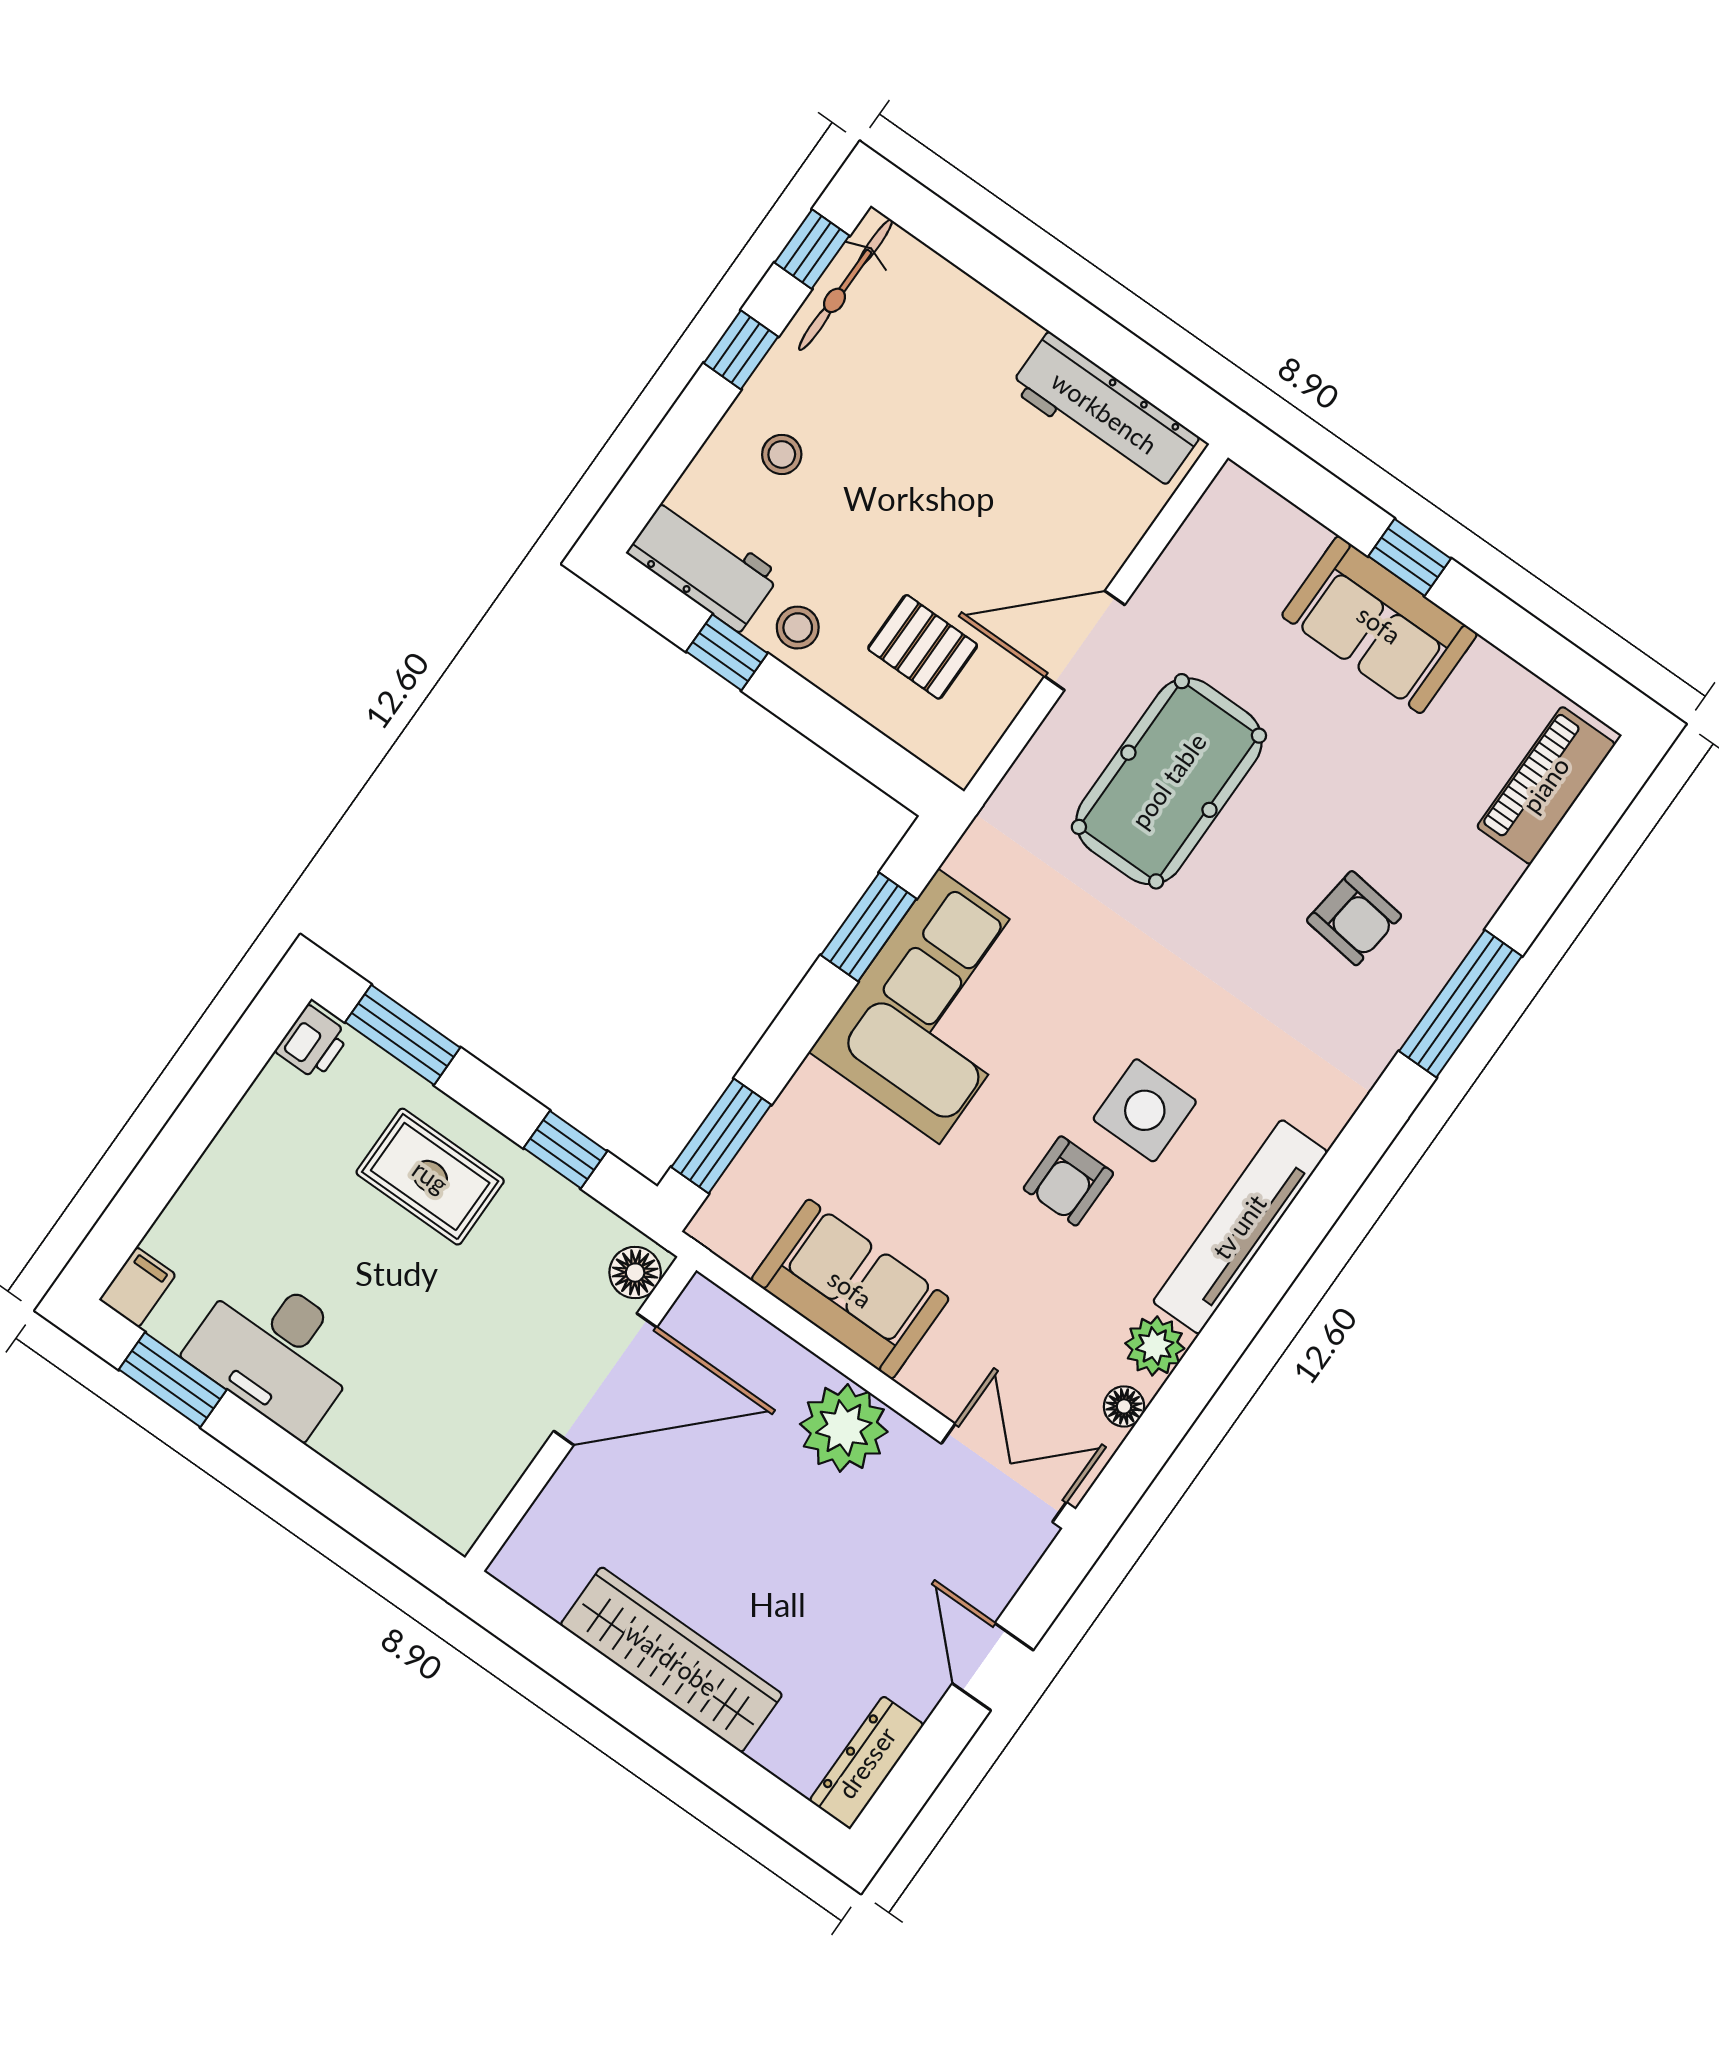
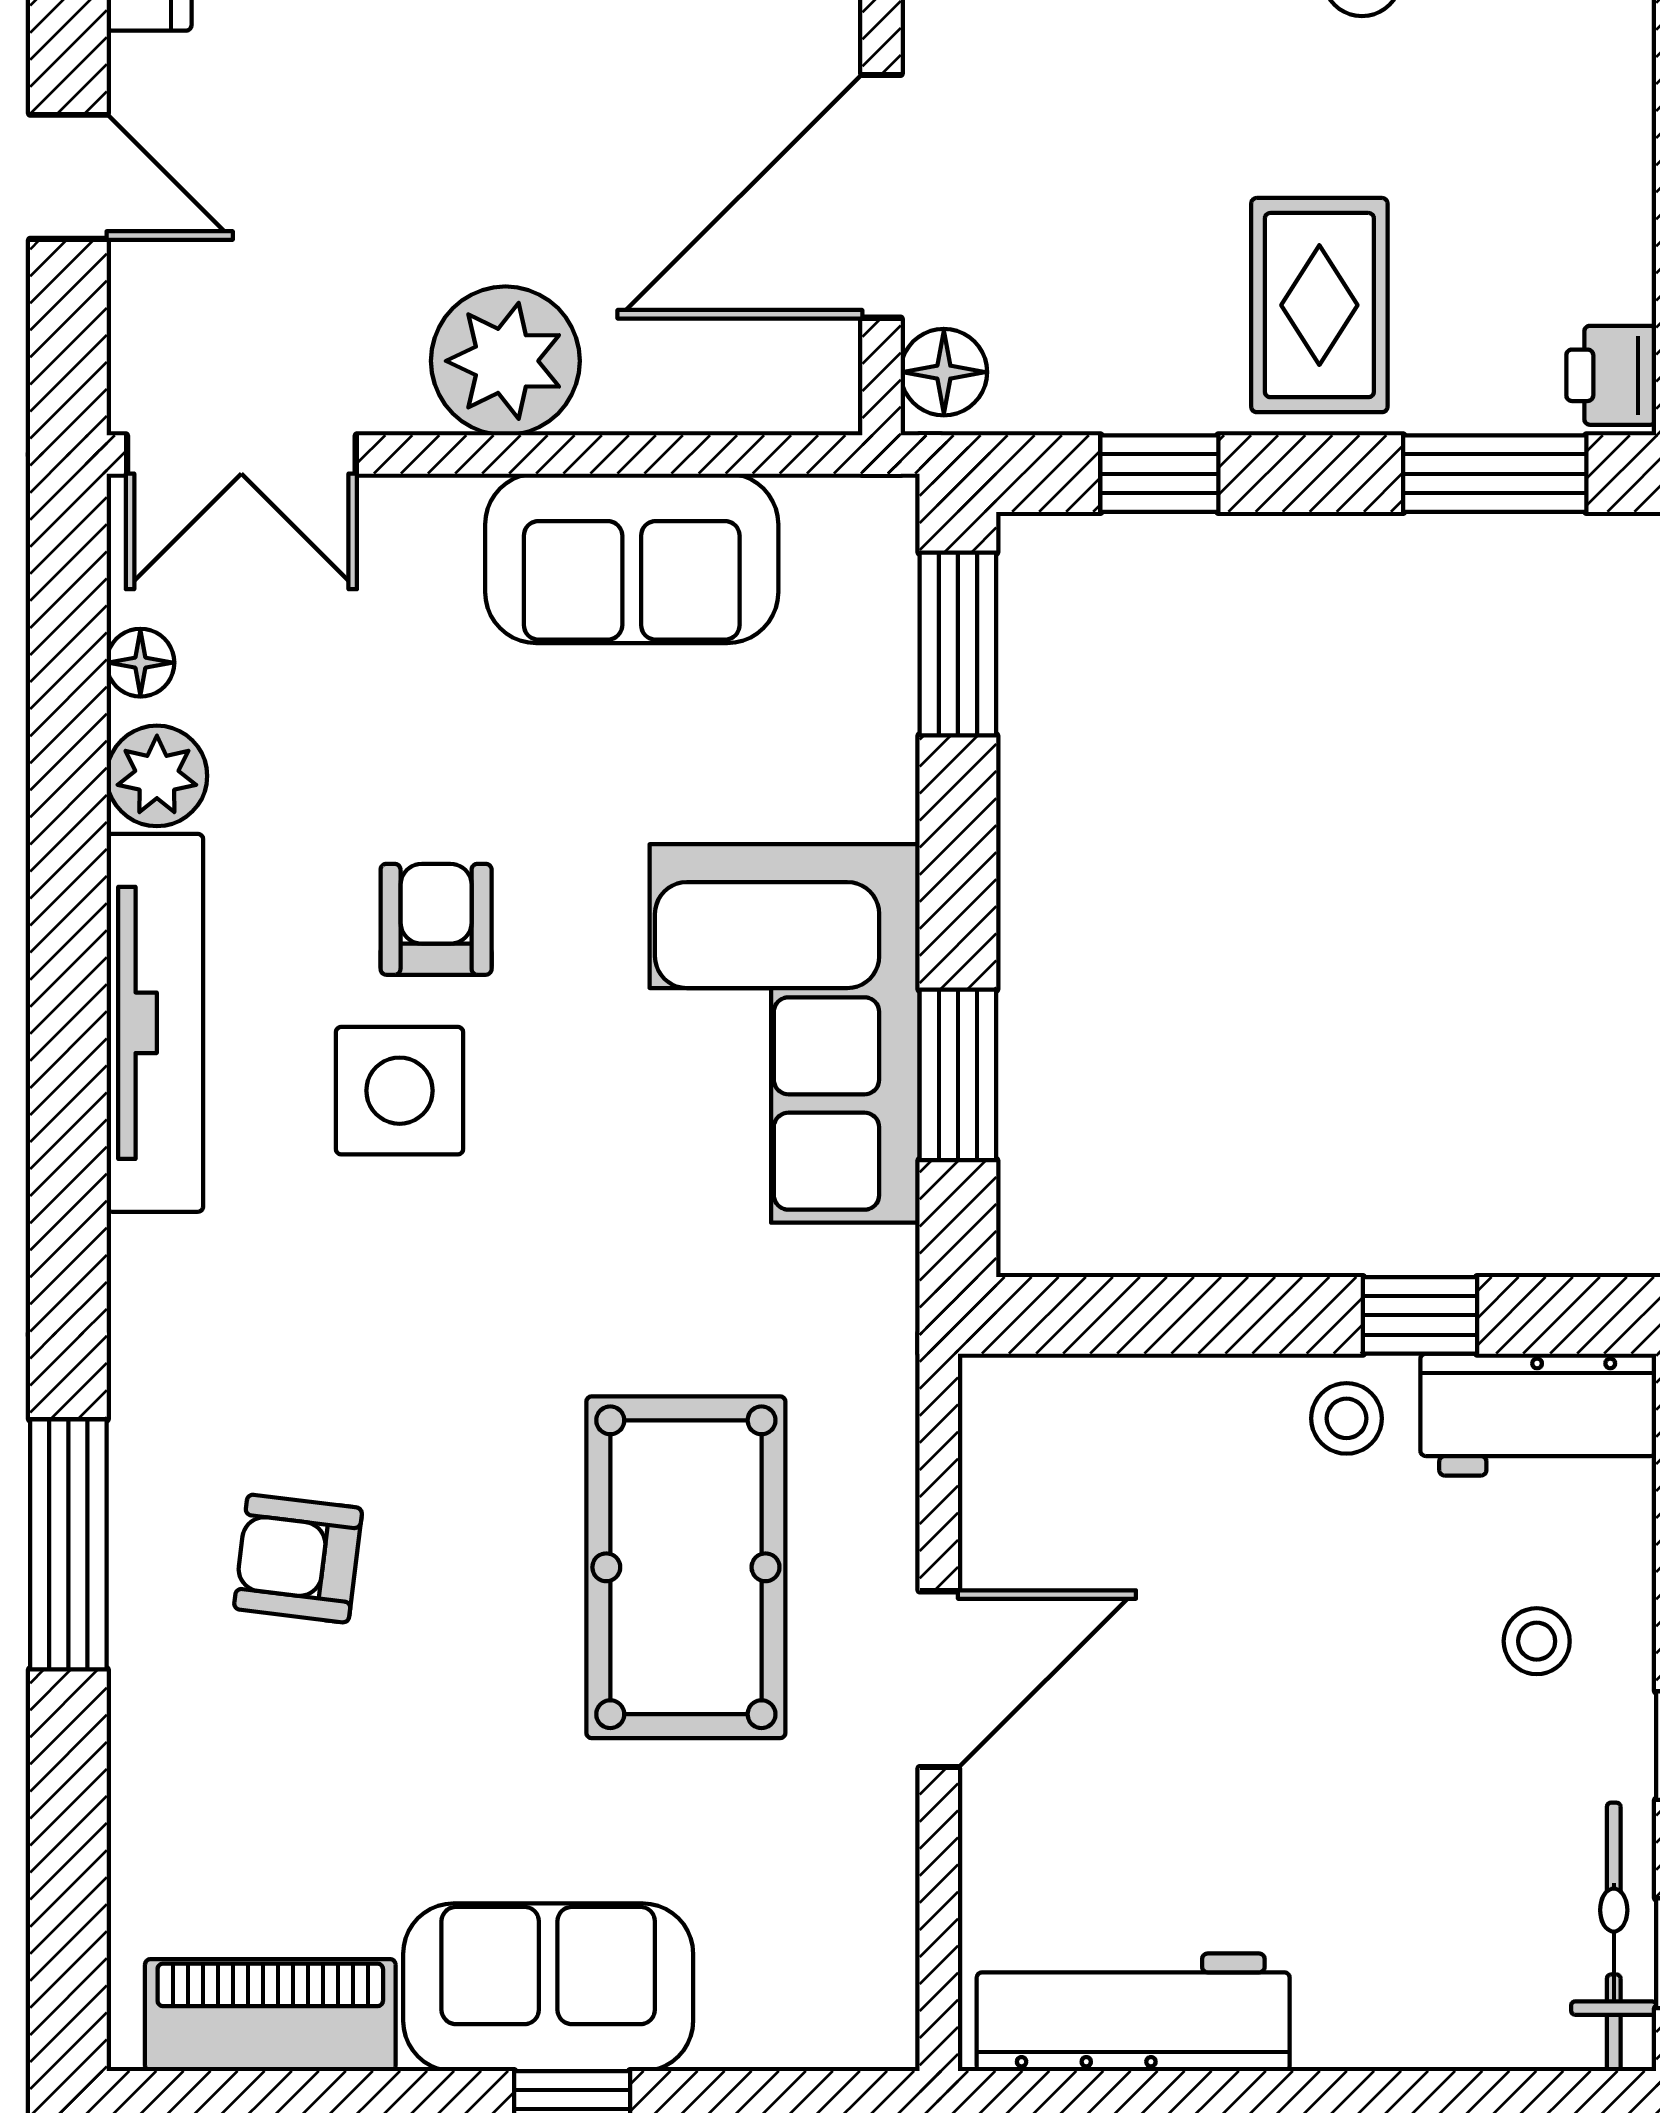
pallet: (923, 647) -> (1156, 1513), removed
piano: (1546, 785) -> (270, 2015), moved, turned -90
rug: (430, 1177) -> (1319, 305), turned 90

